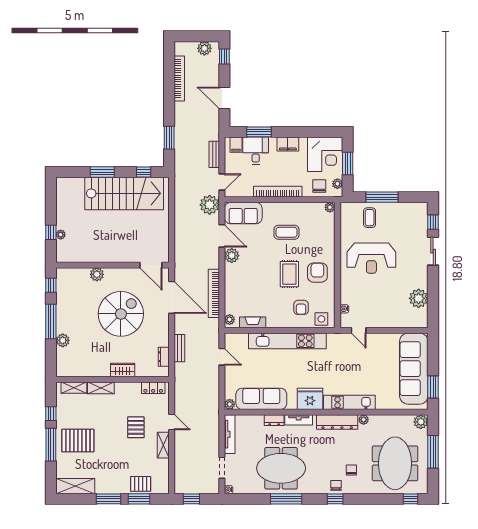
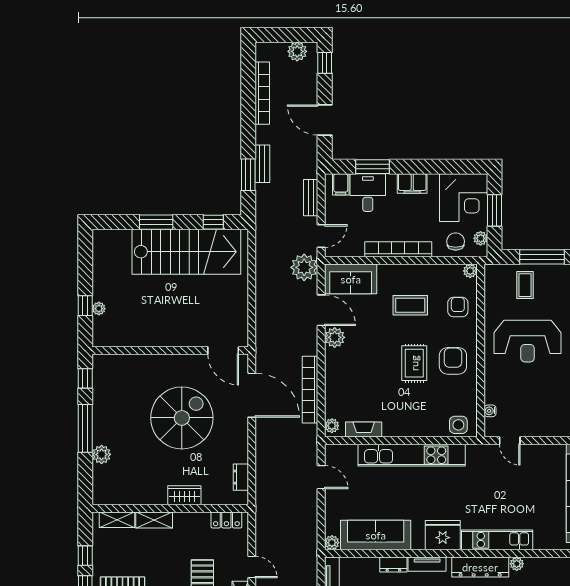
plant: (97, 274) -> (149, 363), removed
armchair: (301, 307) -> (458, 307), moved, turned 180
bench: (179, 348) -> (262, 164), moved

